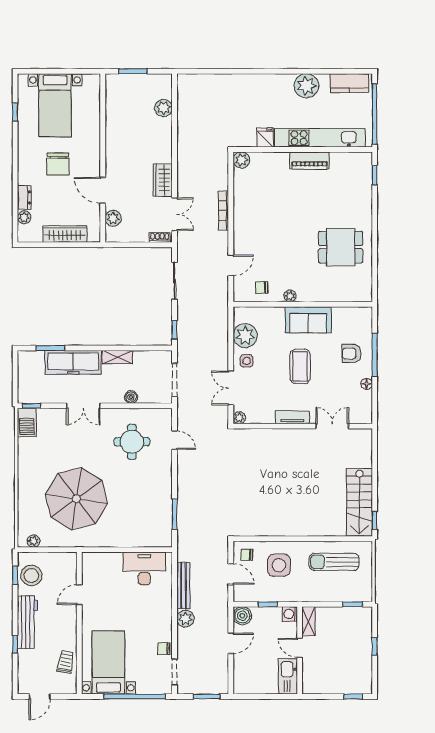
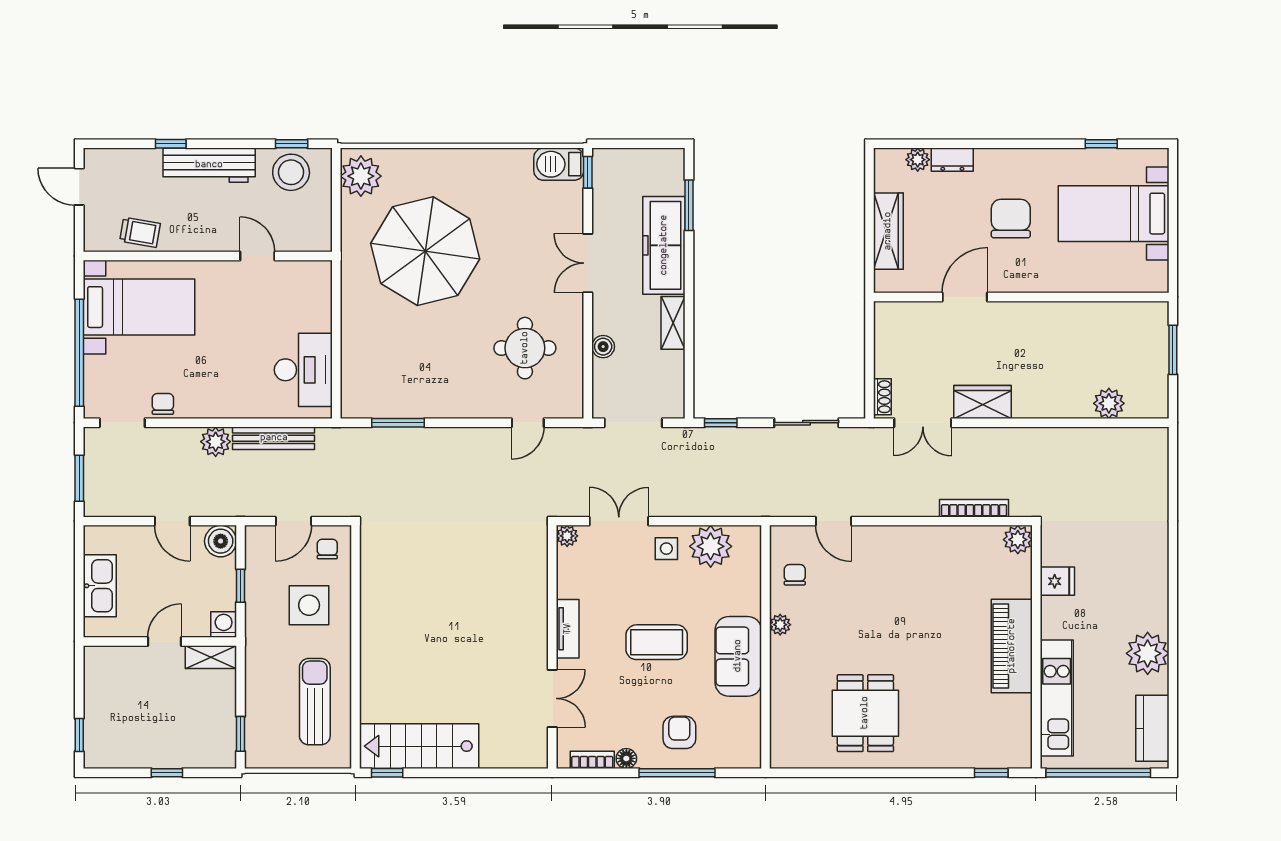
kitchen unit: (320, 138) -> (1057, 698), width x0.73
piano: (309, 161) -> (1012, 646), width x1.37, depth x1.33
chair: (58, 164) -> (1011, 219), turned 90
bookcase: (223, 211) -> (974, 508), moved
plant: (113, 218) -> (916, 315), removed
bookcase: (367, 403) -> (592, 760), added
plant: (34, 541) -> (361, 176), width x1.88, depth x1.88
kitchen sink: (288, 676) -> (100, 586), moved, turned 90

